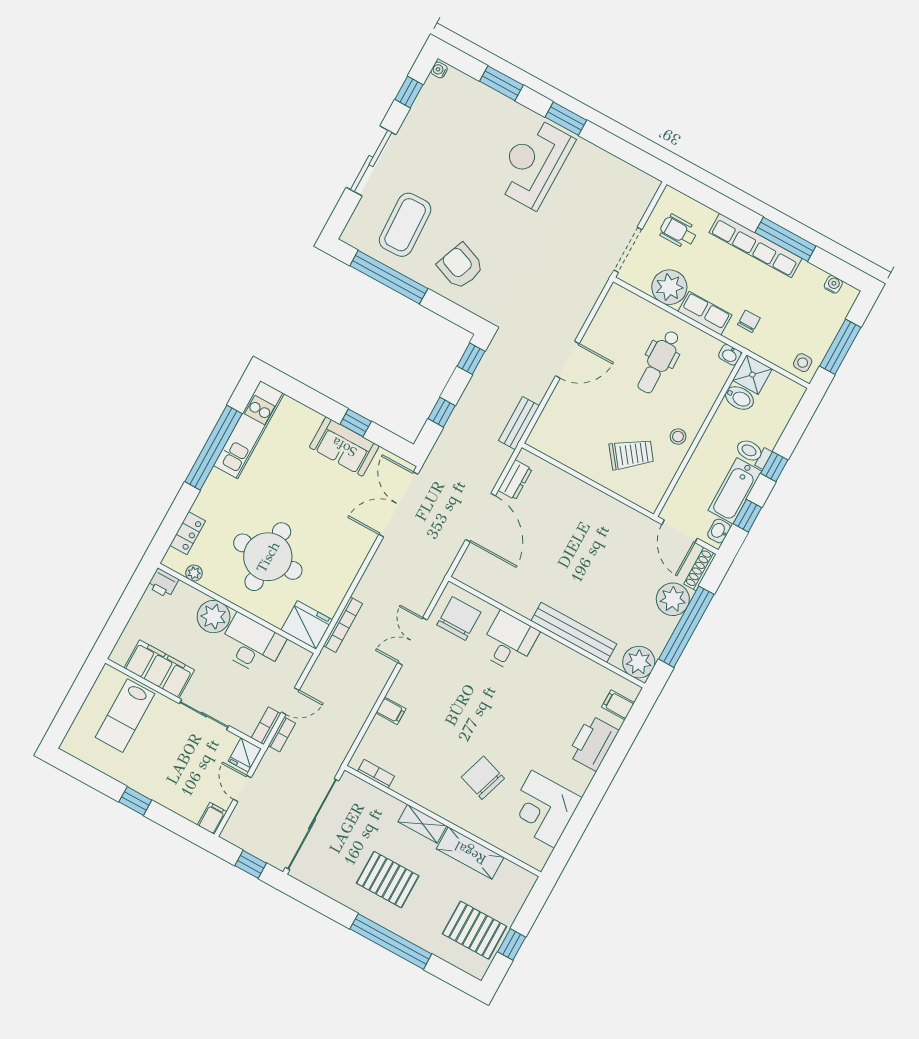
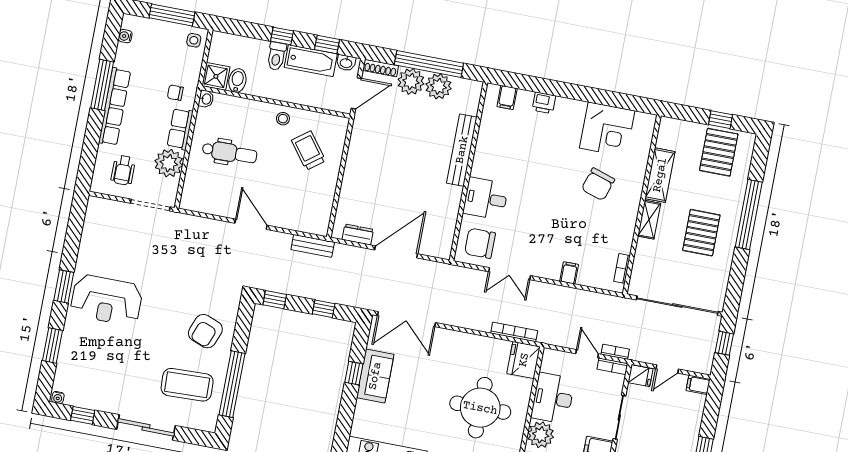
plant: (639, 662) -> (438, 86), moved
printer: (593, 743) -> (544, 103), width x0.53, depth x0.68

